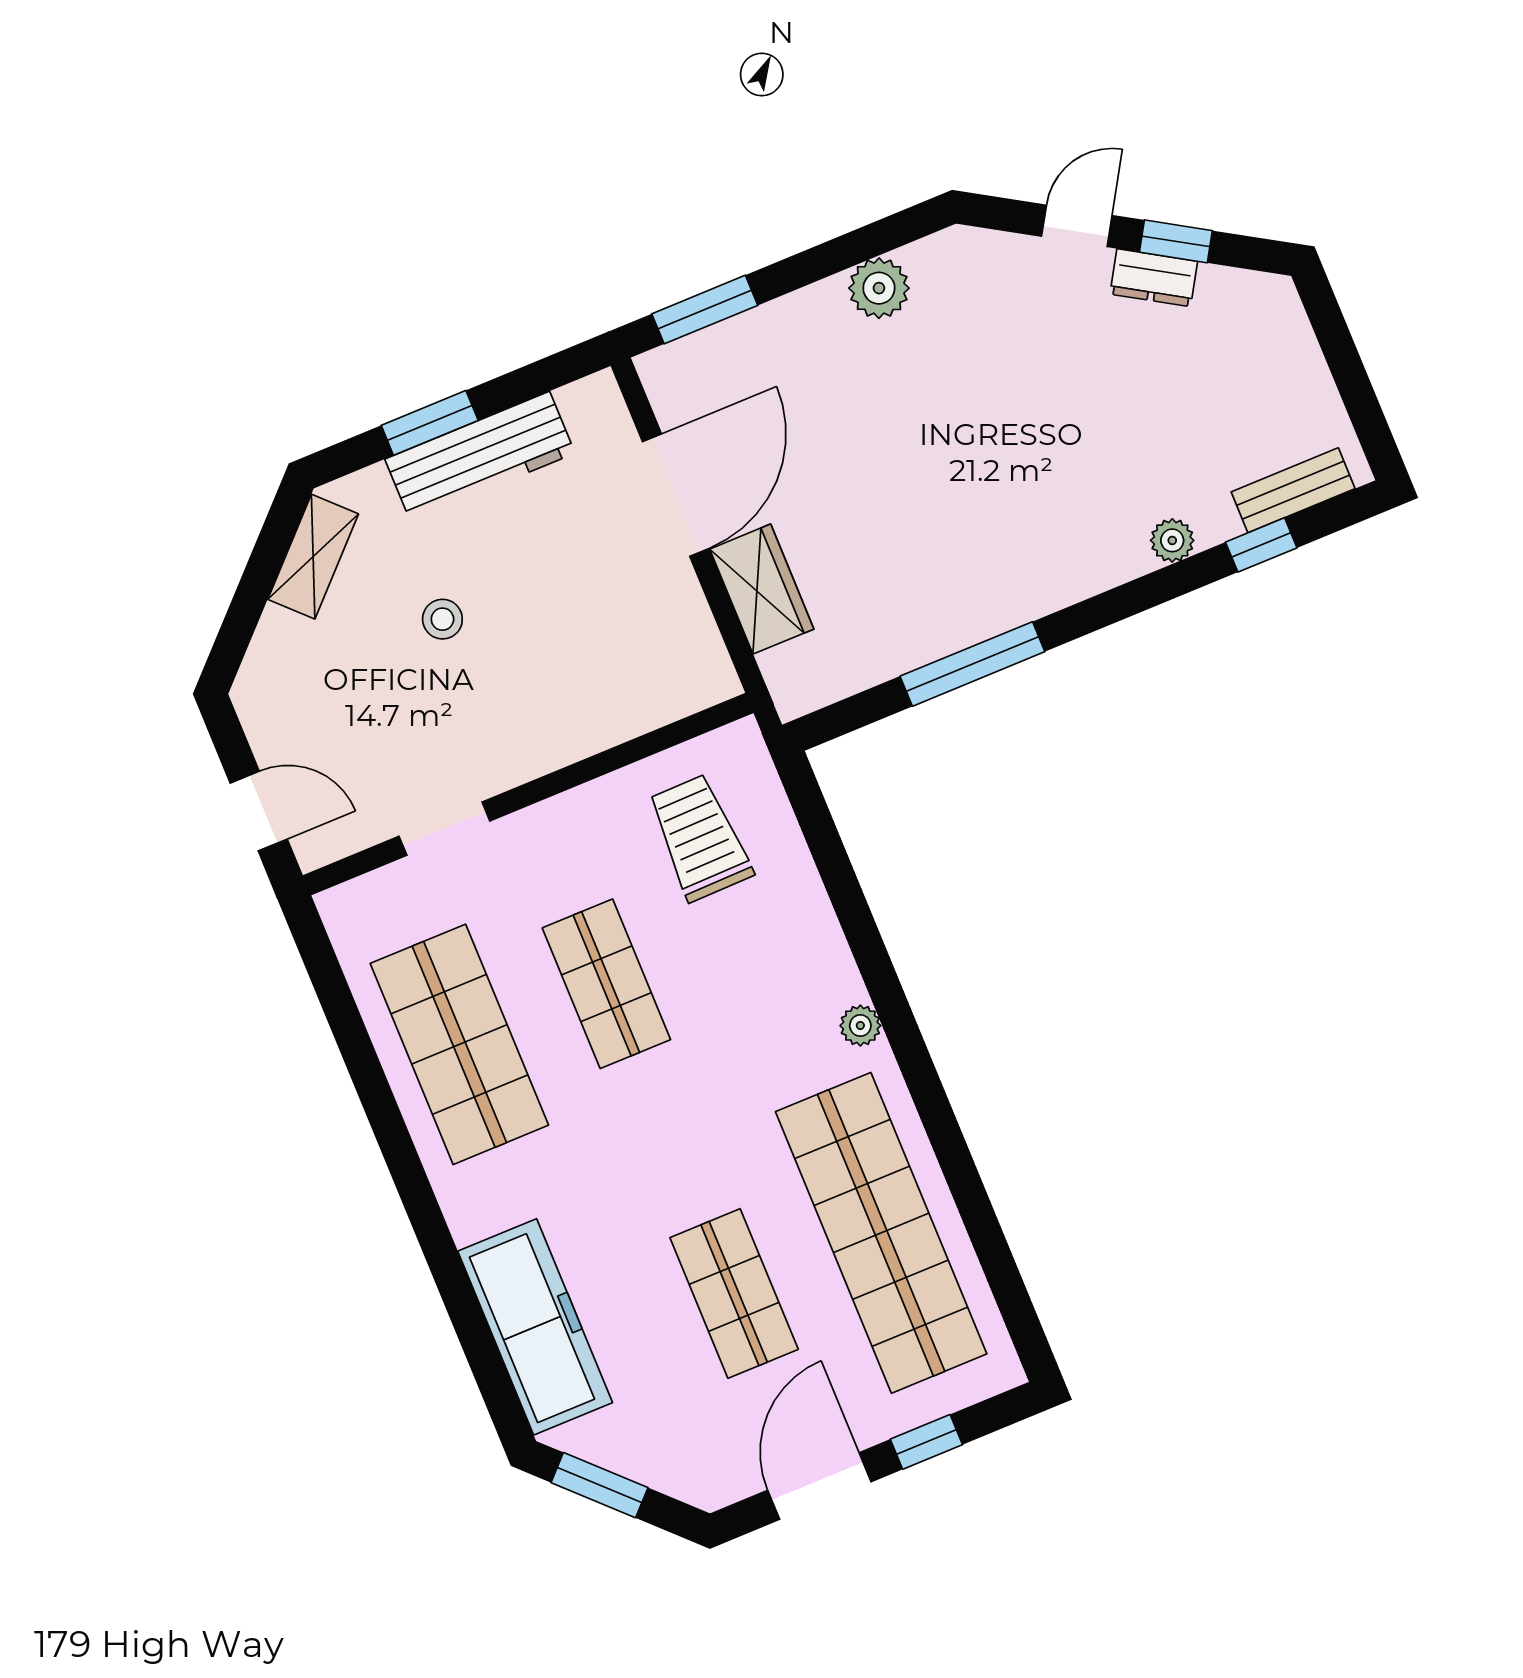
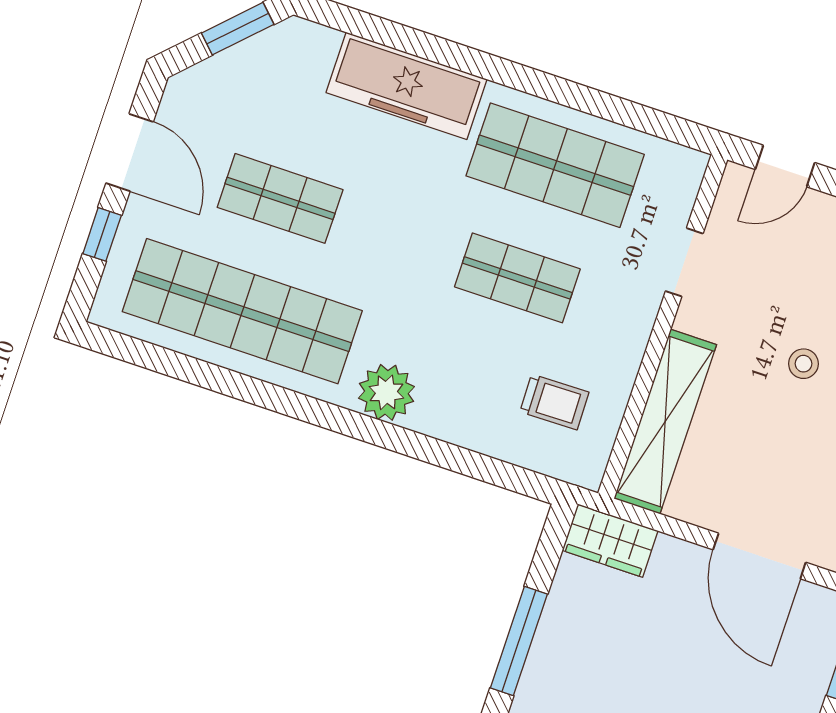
wardrobe: (762, 589) -> (610, 541), moved
shelving: (622, 708) -> (665, 422), added
trolley: (700, 838) -> (554, 402), width x0.73, depth x0.72
plant: (860, 1026) -> (386, 392), width x1.87, depth x1.87
freezer: (535, 1327) -> (406, 86), moved

